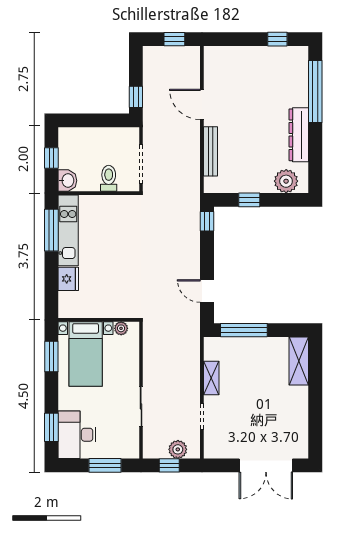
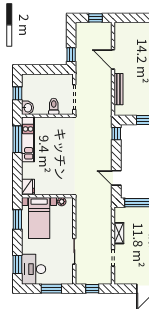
fridge: (68, 279) -> (28, 187), moved
plant: (178, 449) -> (98, 278), removed

